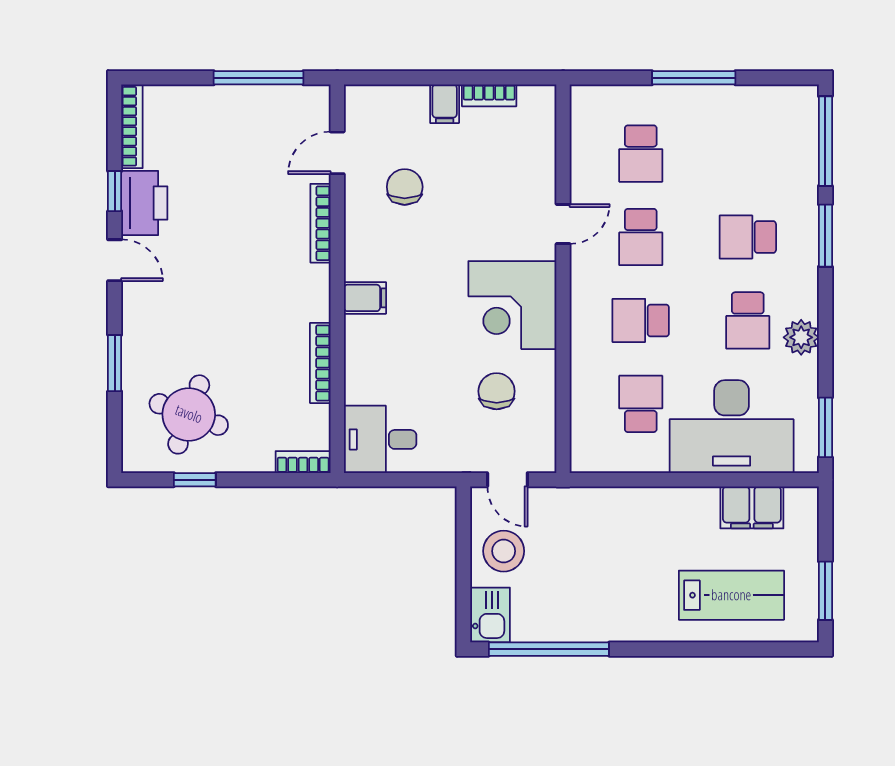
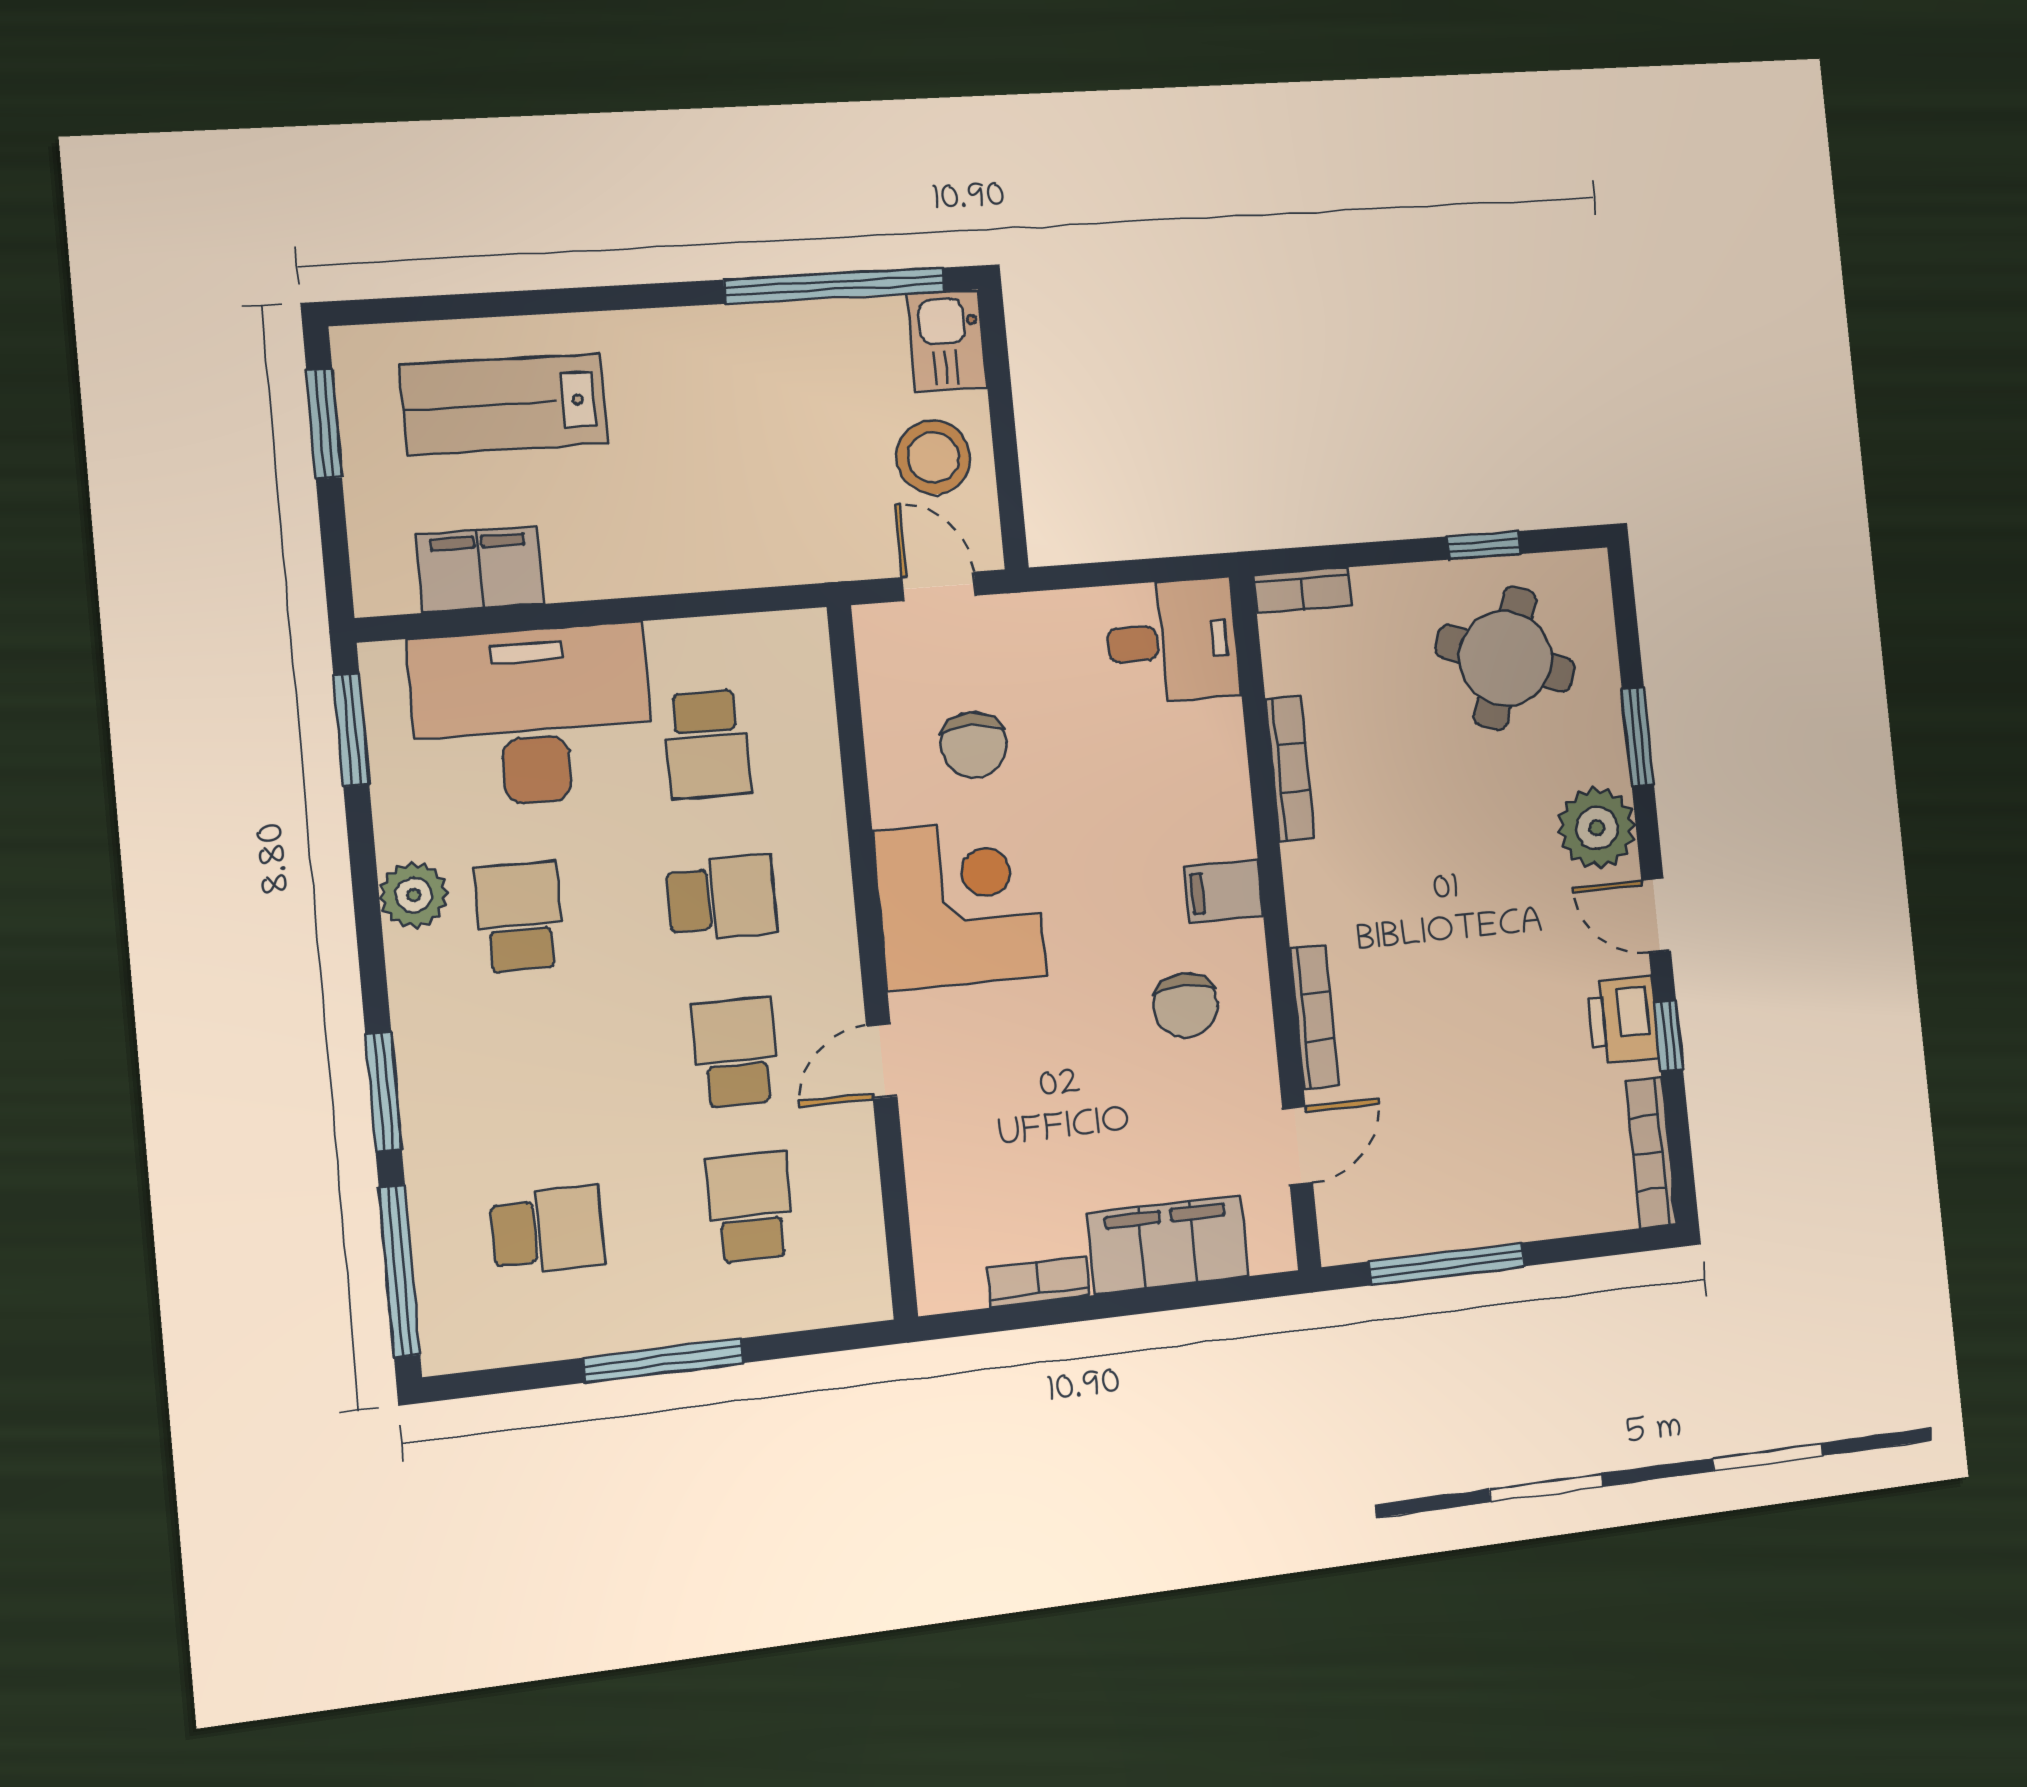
filing cabinet: (445, 104) -> (1168, 1245), width x3.00, depth x1.17
chair: (405, 187) -> (1185, 1005), moved
printer: (144, 203) -> (1623, 1020), width x0.73, depth x0.84
school desk: (748, 237) -> (548, 1230), moved
plant: (145, 313) -> (1597, 828), added

